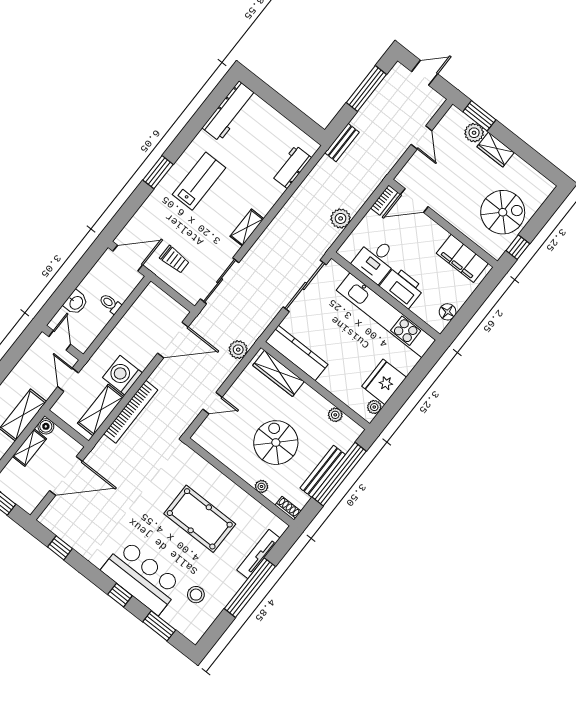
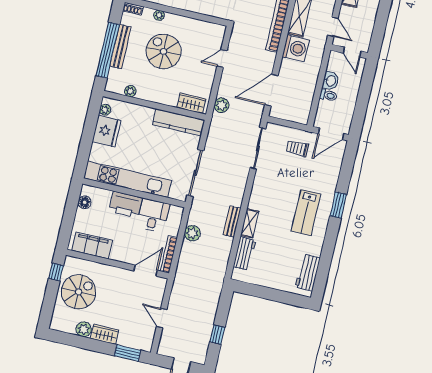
window: (366, 89) -> (217, 335), width x0.46
workbench: (229, 111) -> (308, 272), width x0.73
plant: (474, 133) -> (84, 329), moved
bench: (342, 143) -> (232, 222), moved
bookcase: (384, 200) -> (169, 254), width x1.56
spiral stairs: (503, 212) -> (79, 292), turned 180
shelving: (247, 228) -> (250, 223), moved
washbasin: (76, 303) -> (331, 81), moved, turned 180
wardrobe: (278, 373) -> (191, 103), width x0.67
spiral stairs: (276, 443) -> (164, 51), turned 180

